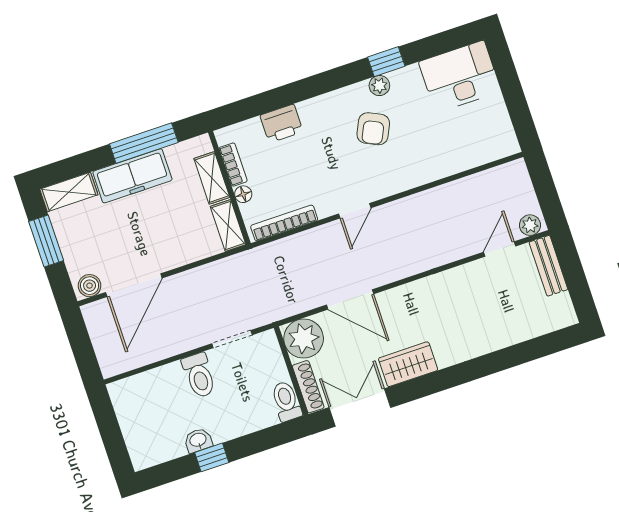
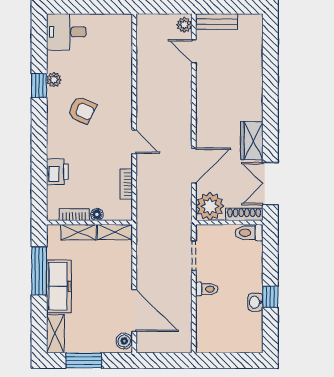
desk: (460, 77) -> (66, 32), width x0.73
plant: (379, 86) -> (54, 80), moved
bookcase: (284, 223) -> (126, 184), width x0.64
toilet: (199, 375) -> (207, 289), width x0.73, depth x0.72

